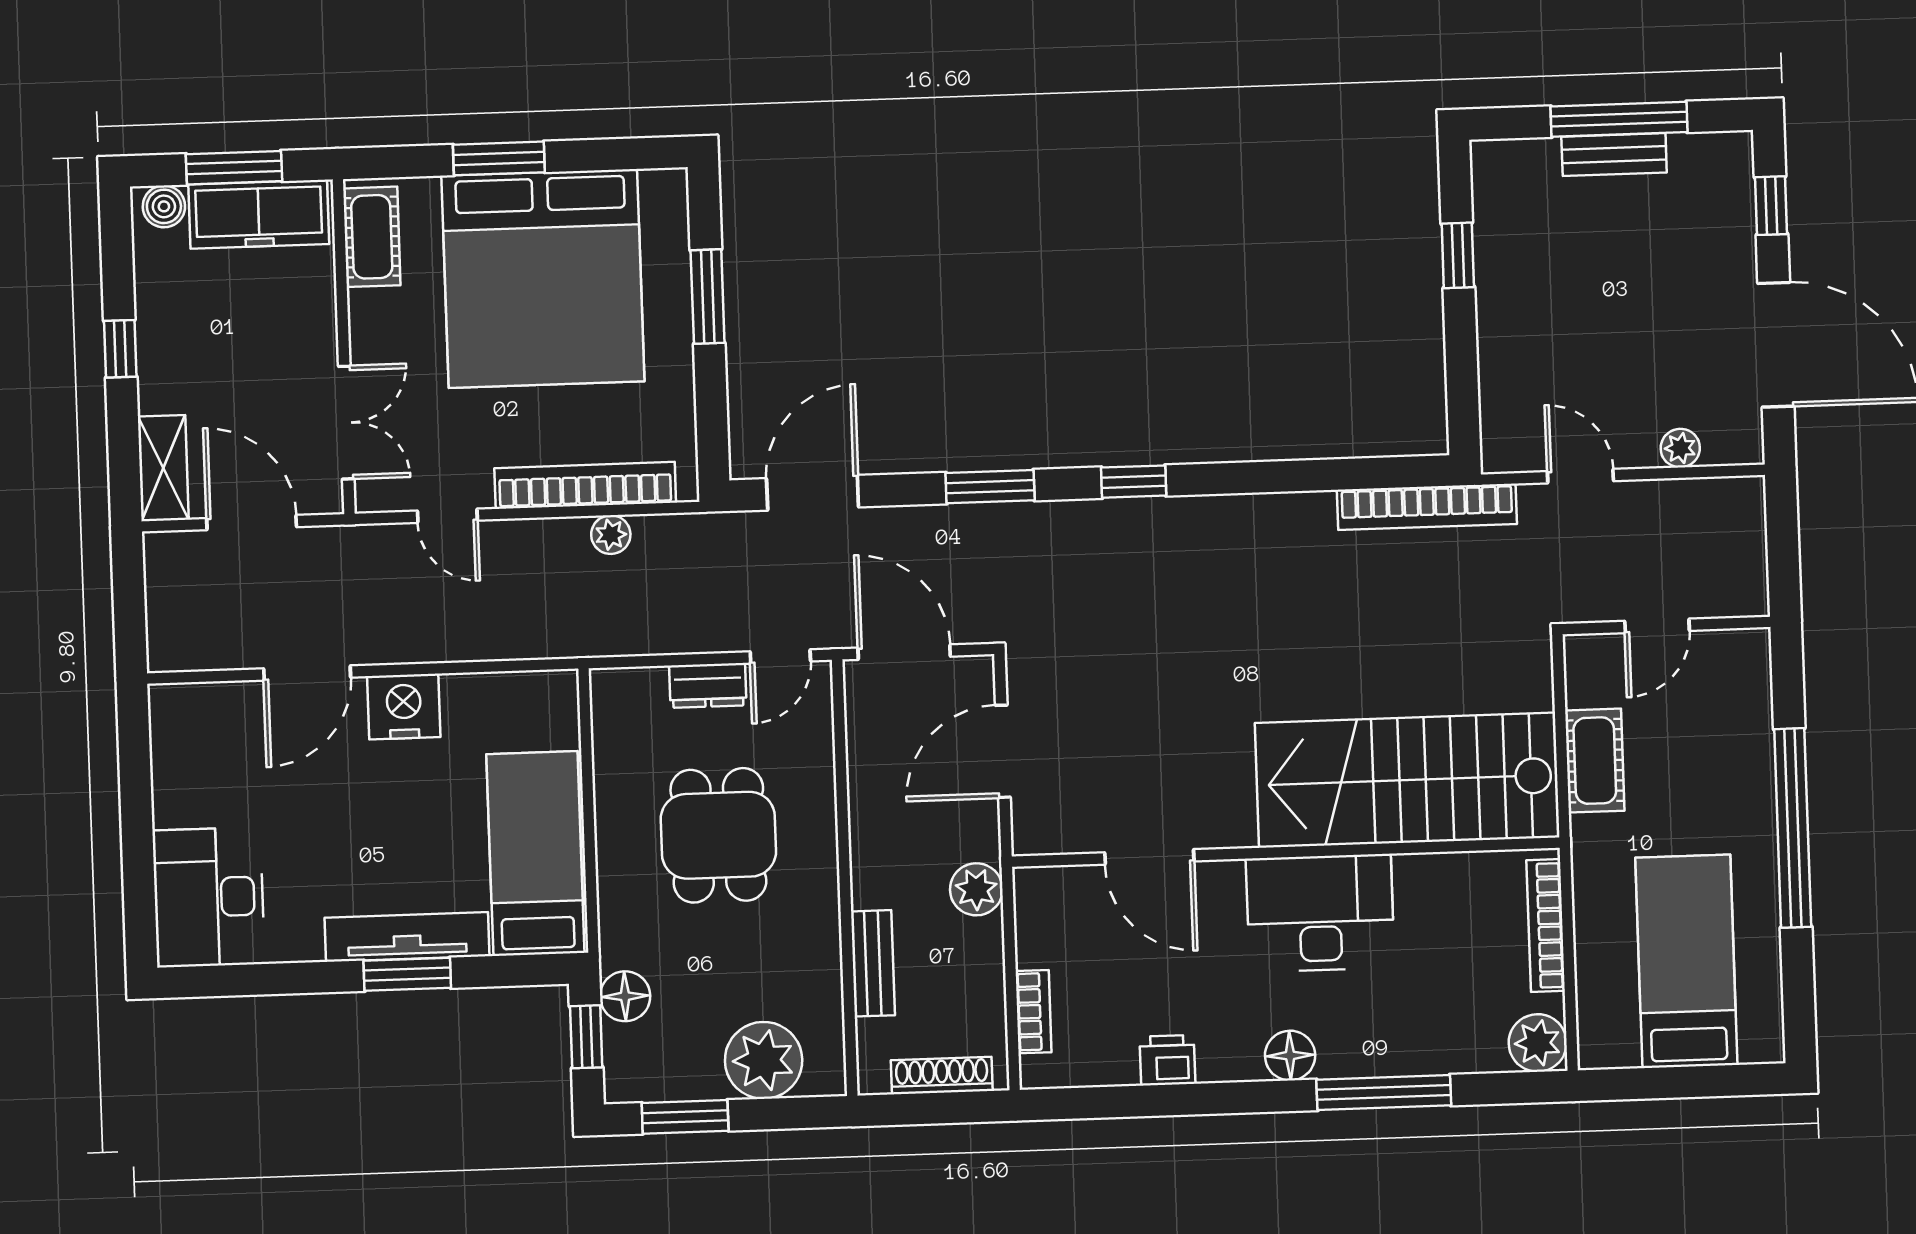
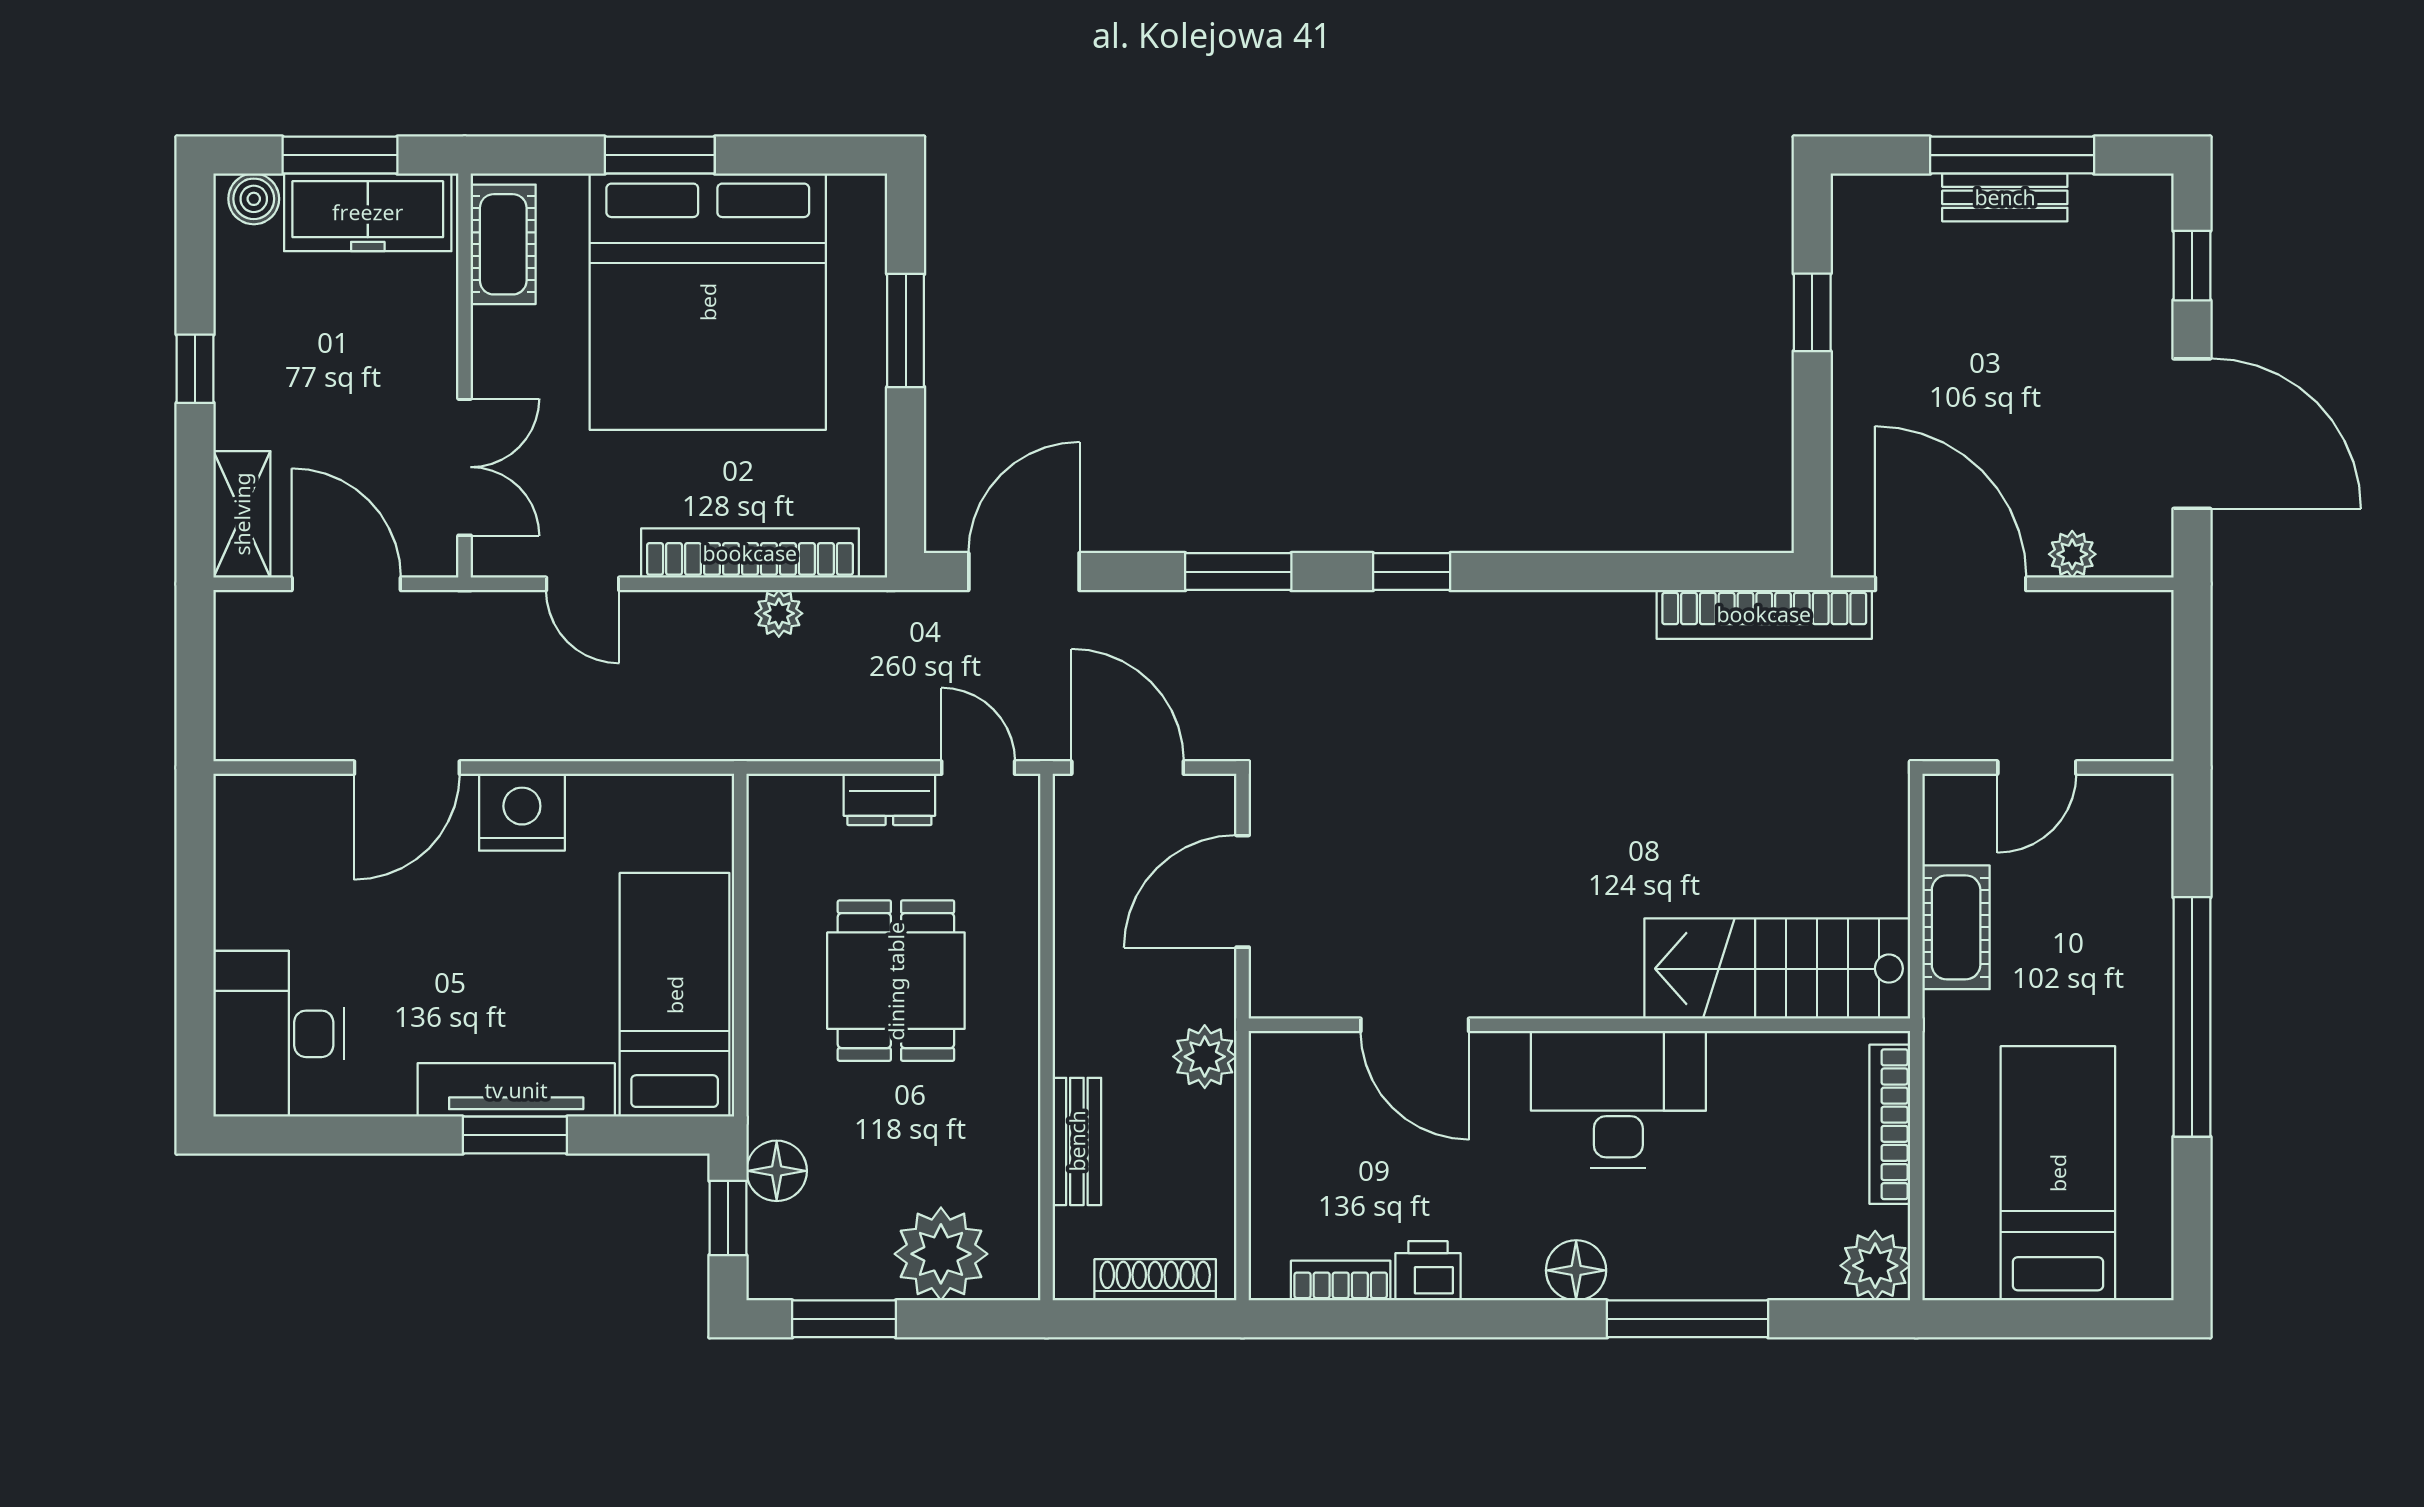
door: (1580, 476) -> (1951, 584), width x1.88
door: (780, 656) -> (978, 768), swing flipped
stairs: (1407, 780) -> (1777, 969), width x0.73, depth x0.66
bookcase: (1033, 1012) -> (1341, 1281), moved, turned -90

